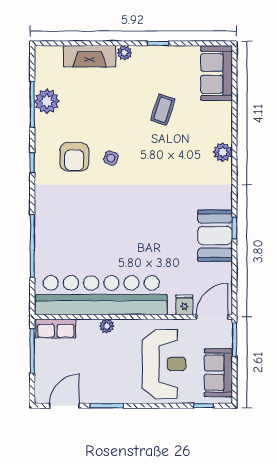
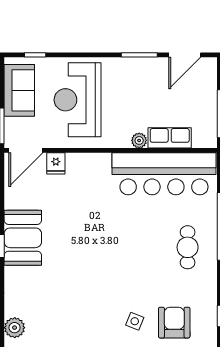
cafe table: (62, 227) -> (188, 247), added
bar counter: (101, 295) -> (164, 174), width x0.73
row of seats: (56, 329) -> (170, 138), moved

